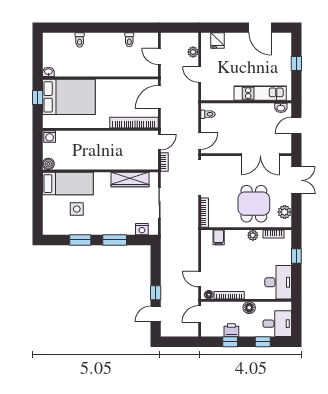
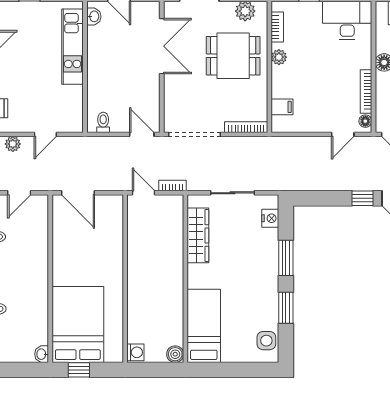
bookcase: (134, 123) -> (115, 230), removed
side table: (77, 209) -> (266, 341), moved

